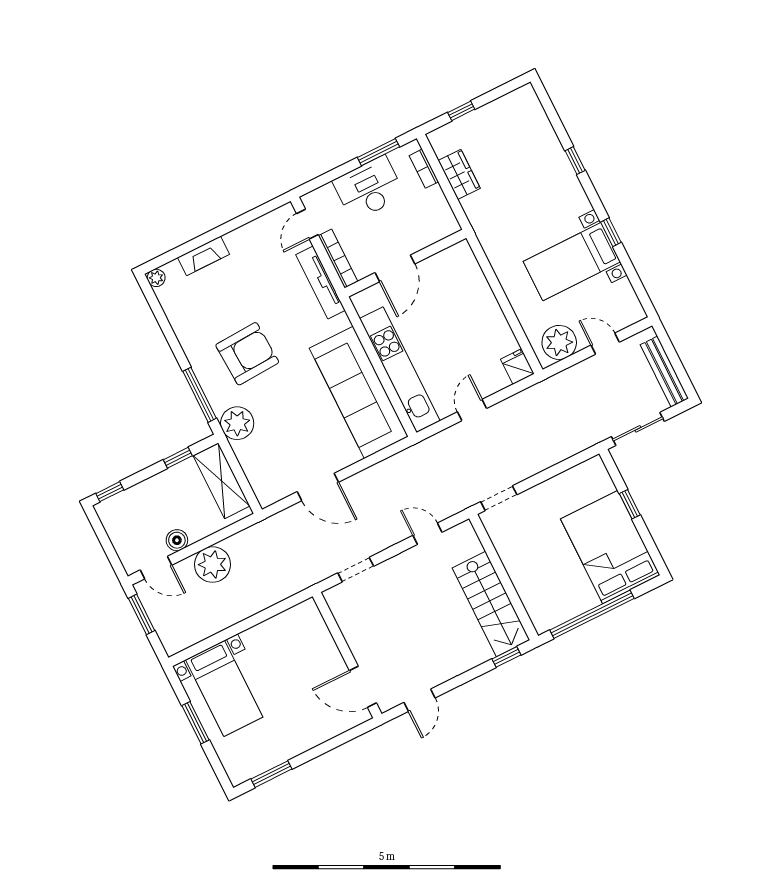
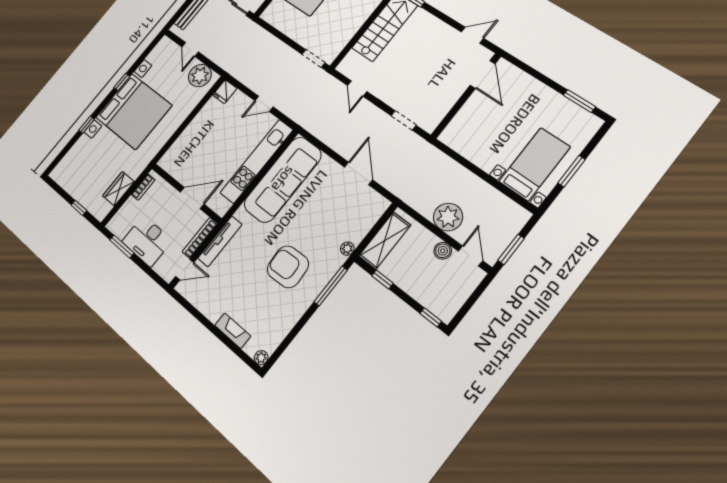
bookcase: (424, 169) -> (143, 187), moved
bed with nightstands: (572, 262) -> (134, 111), width x1.85
plant: (237, 423) -> (347, 249), width x0.53, depth x0.53

